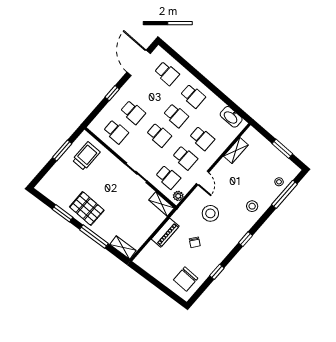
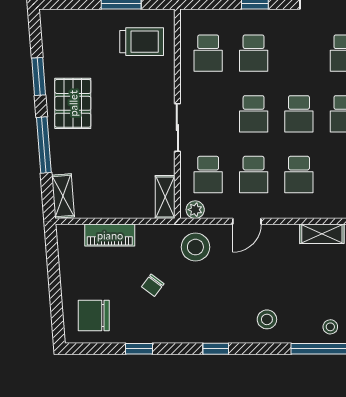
stool: (210, 213) -> (195, 247), moved
piano: (165, 233) -> (110, 235), moved

